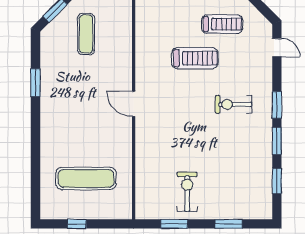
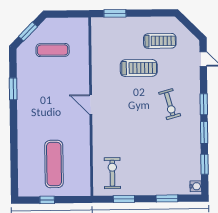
exercise mat: (86, 34) -> (53, 50), turned 90
exercise bike: (234, 104) -> (170, 104), turned -106
exercise mat: (86, 178) -> (54, 164), turned 90
exercise bike: (187, 192) -> (112, 173), moved
water cooler: (265, 209) -> (196, 186), added

